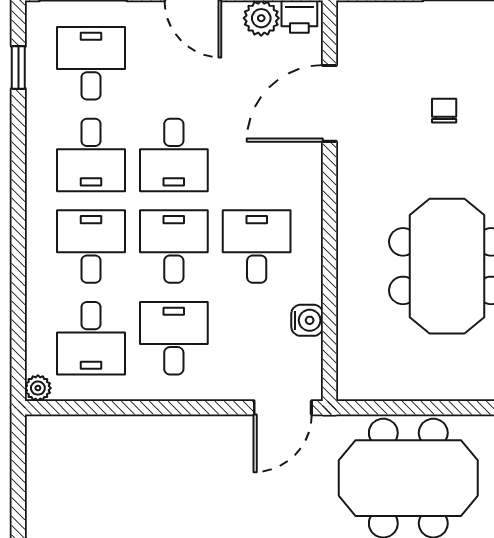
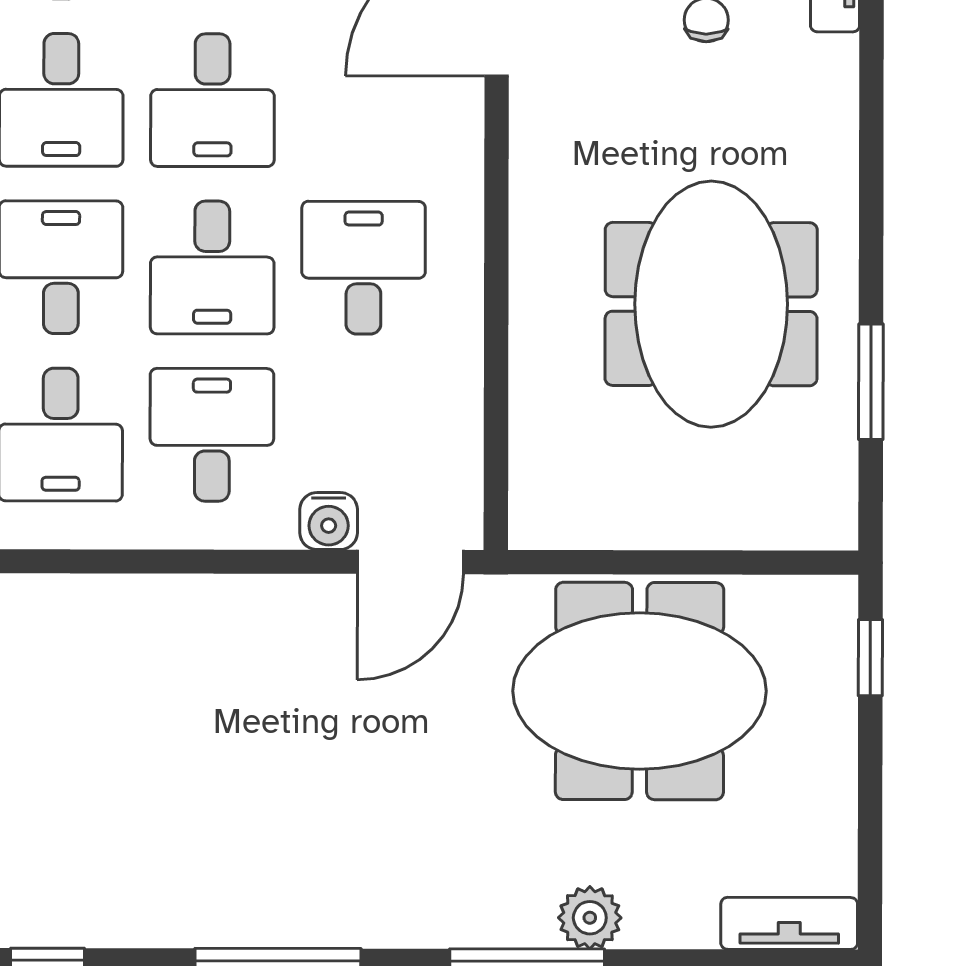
desk: (174, 247) -> (212, 267), turned 180
water cooler: (307, 320) -> (329, 521), moved, turned 90

